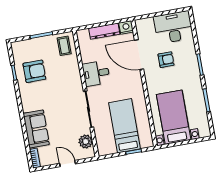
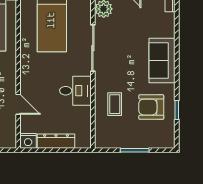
coffee table: (64, 46) -> (115, 104), moved
door: (139, 55) -> (18, 104), width x0.53
sofa: (36, 129) -> (162, 61), moved

